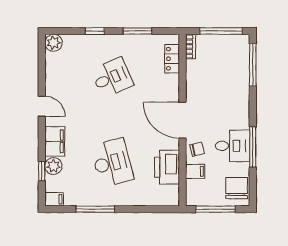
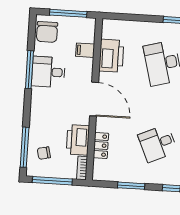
locker: (172, 59) -> (101, 145), moved
printer: (197, 76) -> (78, 140), added
chair: (197, 149) -> (44, 153), moved

